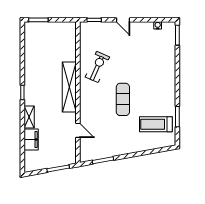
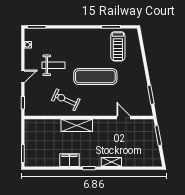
weight bench: (135, 54) -> (54, 65), added
shelving: (69, 87) -> (77, 125), width x0.68
exercise mat: (123, 99) -> (95, 77), width x1.36, depth x1.45
door: (78, 130) -> (124, 118), hinge flipped
filing cabinet: (31, 140) -> (69, 160), moved

